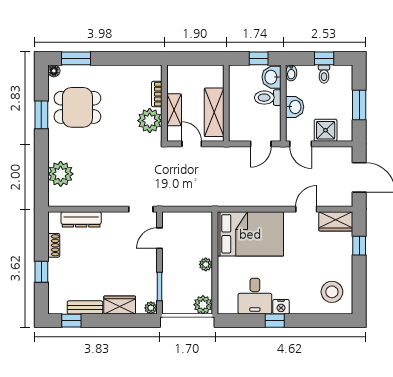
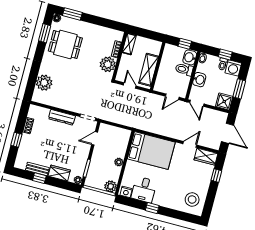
washing machine: (342, 76) -> (233, 68), added
shelving: (174, 110) -> (129, 44), moved
window: (41, 115) -> (45, 33), moved
shower: (326, 130) -> (224, 101), moved
dresser: (81, 219) -> (62, 117), moved
nightstand: (281, 307) -> (126, 192), moved
window: (71, 321) -> (39, 178), moved

